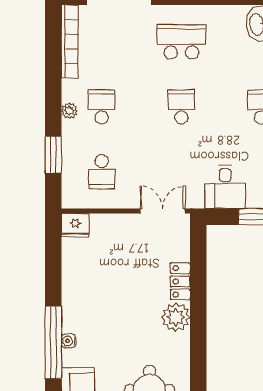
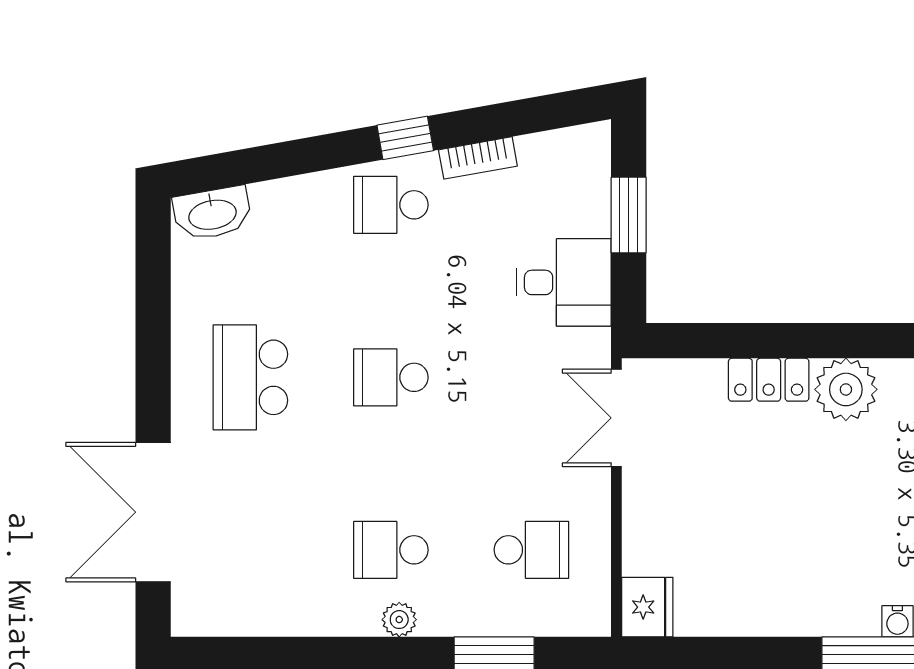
bookcase: (70, 42) -> (250, 619), removed

